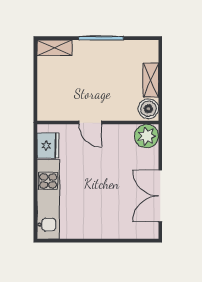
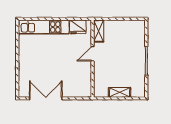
shelving: (54, 48) -> (99, 31), moved
boiler: (148, 109) -> (101, 91), removed
plant: (147, 136) -> (84, 90), removed

